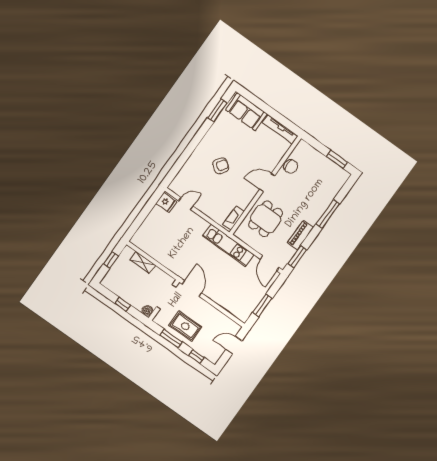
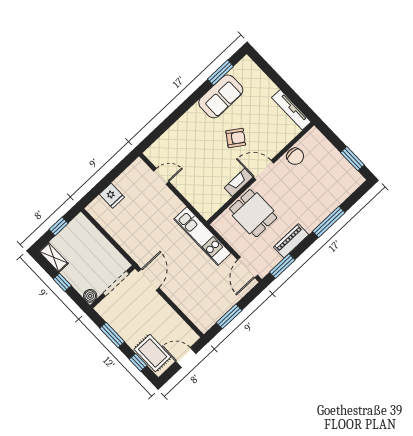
sofa: (246, 112) -> (221, 96), moved, turned -90
armchair: (221, 166) -> (236, 138), moved
fridge: (166, 202) -> (112, 196), moved
fireplace: (234, 218) -> (239, 182), moved
dining table: (266, 219) -> (253, 213), turned 90
shelving: (143, 262) -> (54, 257), moved
rug: (185, 326) -> (153, 353), moved

